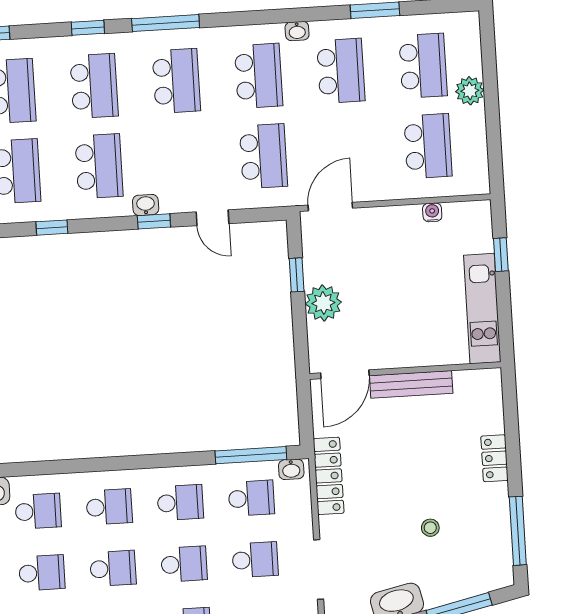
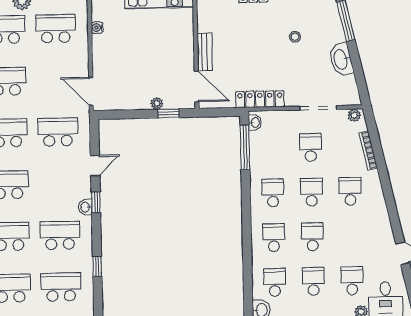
window: (297, 275) -> (169, 113), moved
plant: (323, 303) -> (157, 103), width x0.53, depth x0.53
bench: (411, 384) -> (205, 52), width x0.73
school desk: (251, 498) -> (272, 148), removed

